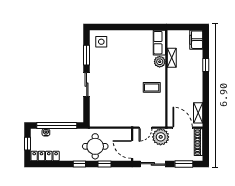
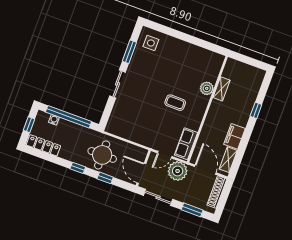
filing cabinet: (196, 40) -> (235, 136), moved
row of seats: (159, 43) -> (186, 144), moved
coffee table: (152, 87) -> (175, 103), moved

